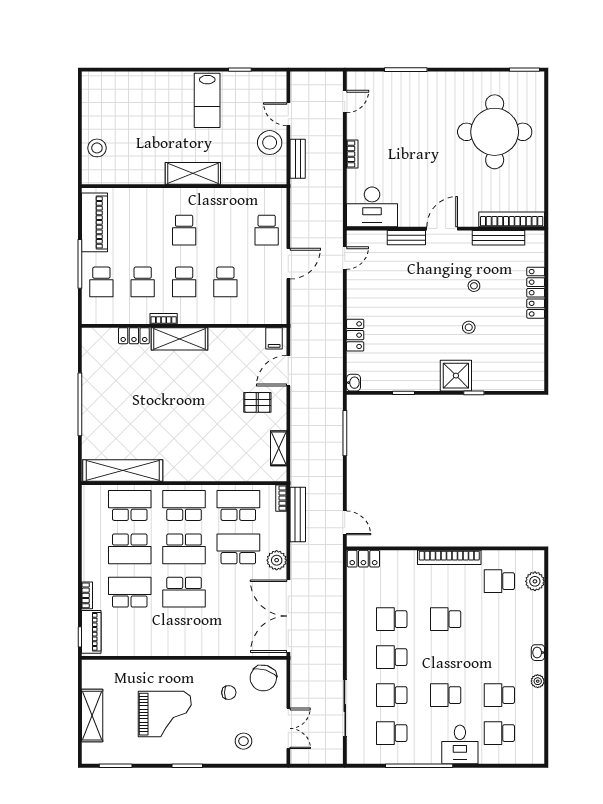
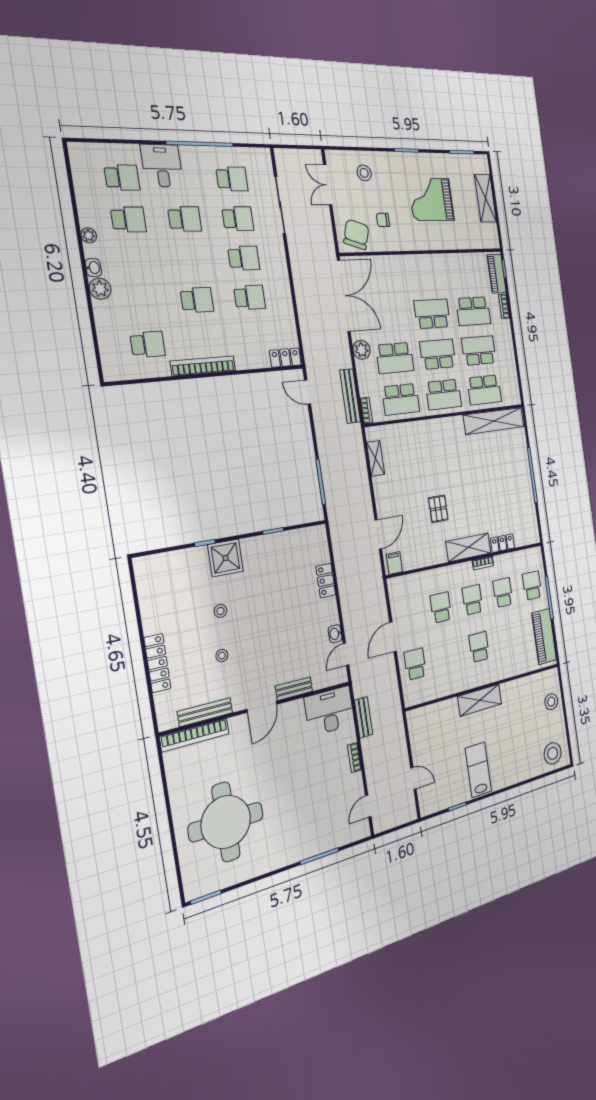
stool: (270, 143) -> (553, 753), moved
bench: (298, 159) -> (364, 717), moved
washbasin: (354, 383) -> (335, 634), moved
pallet: (257, 402) -> (438, 509), moved, turned 90
plant: (535, 581) -> (100, 289), moved

